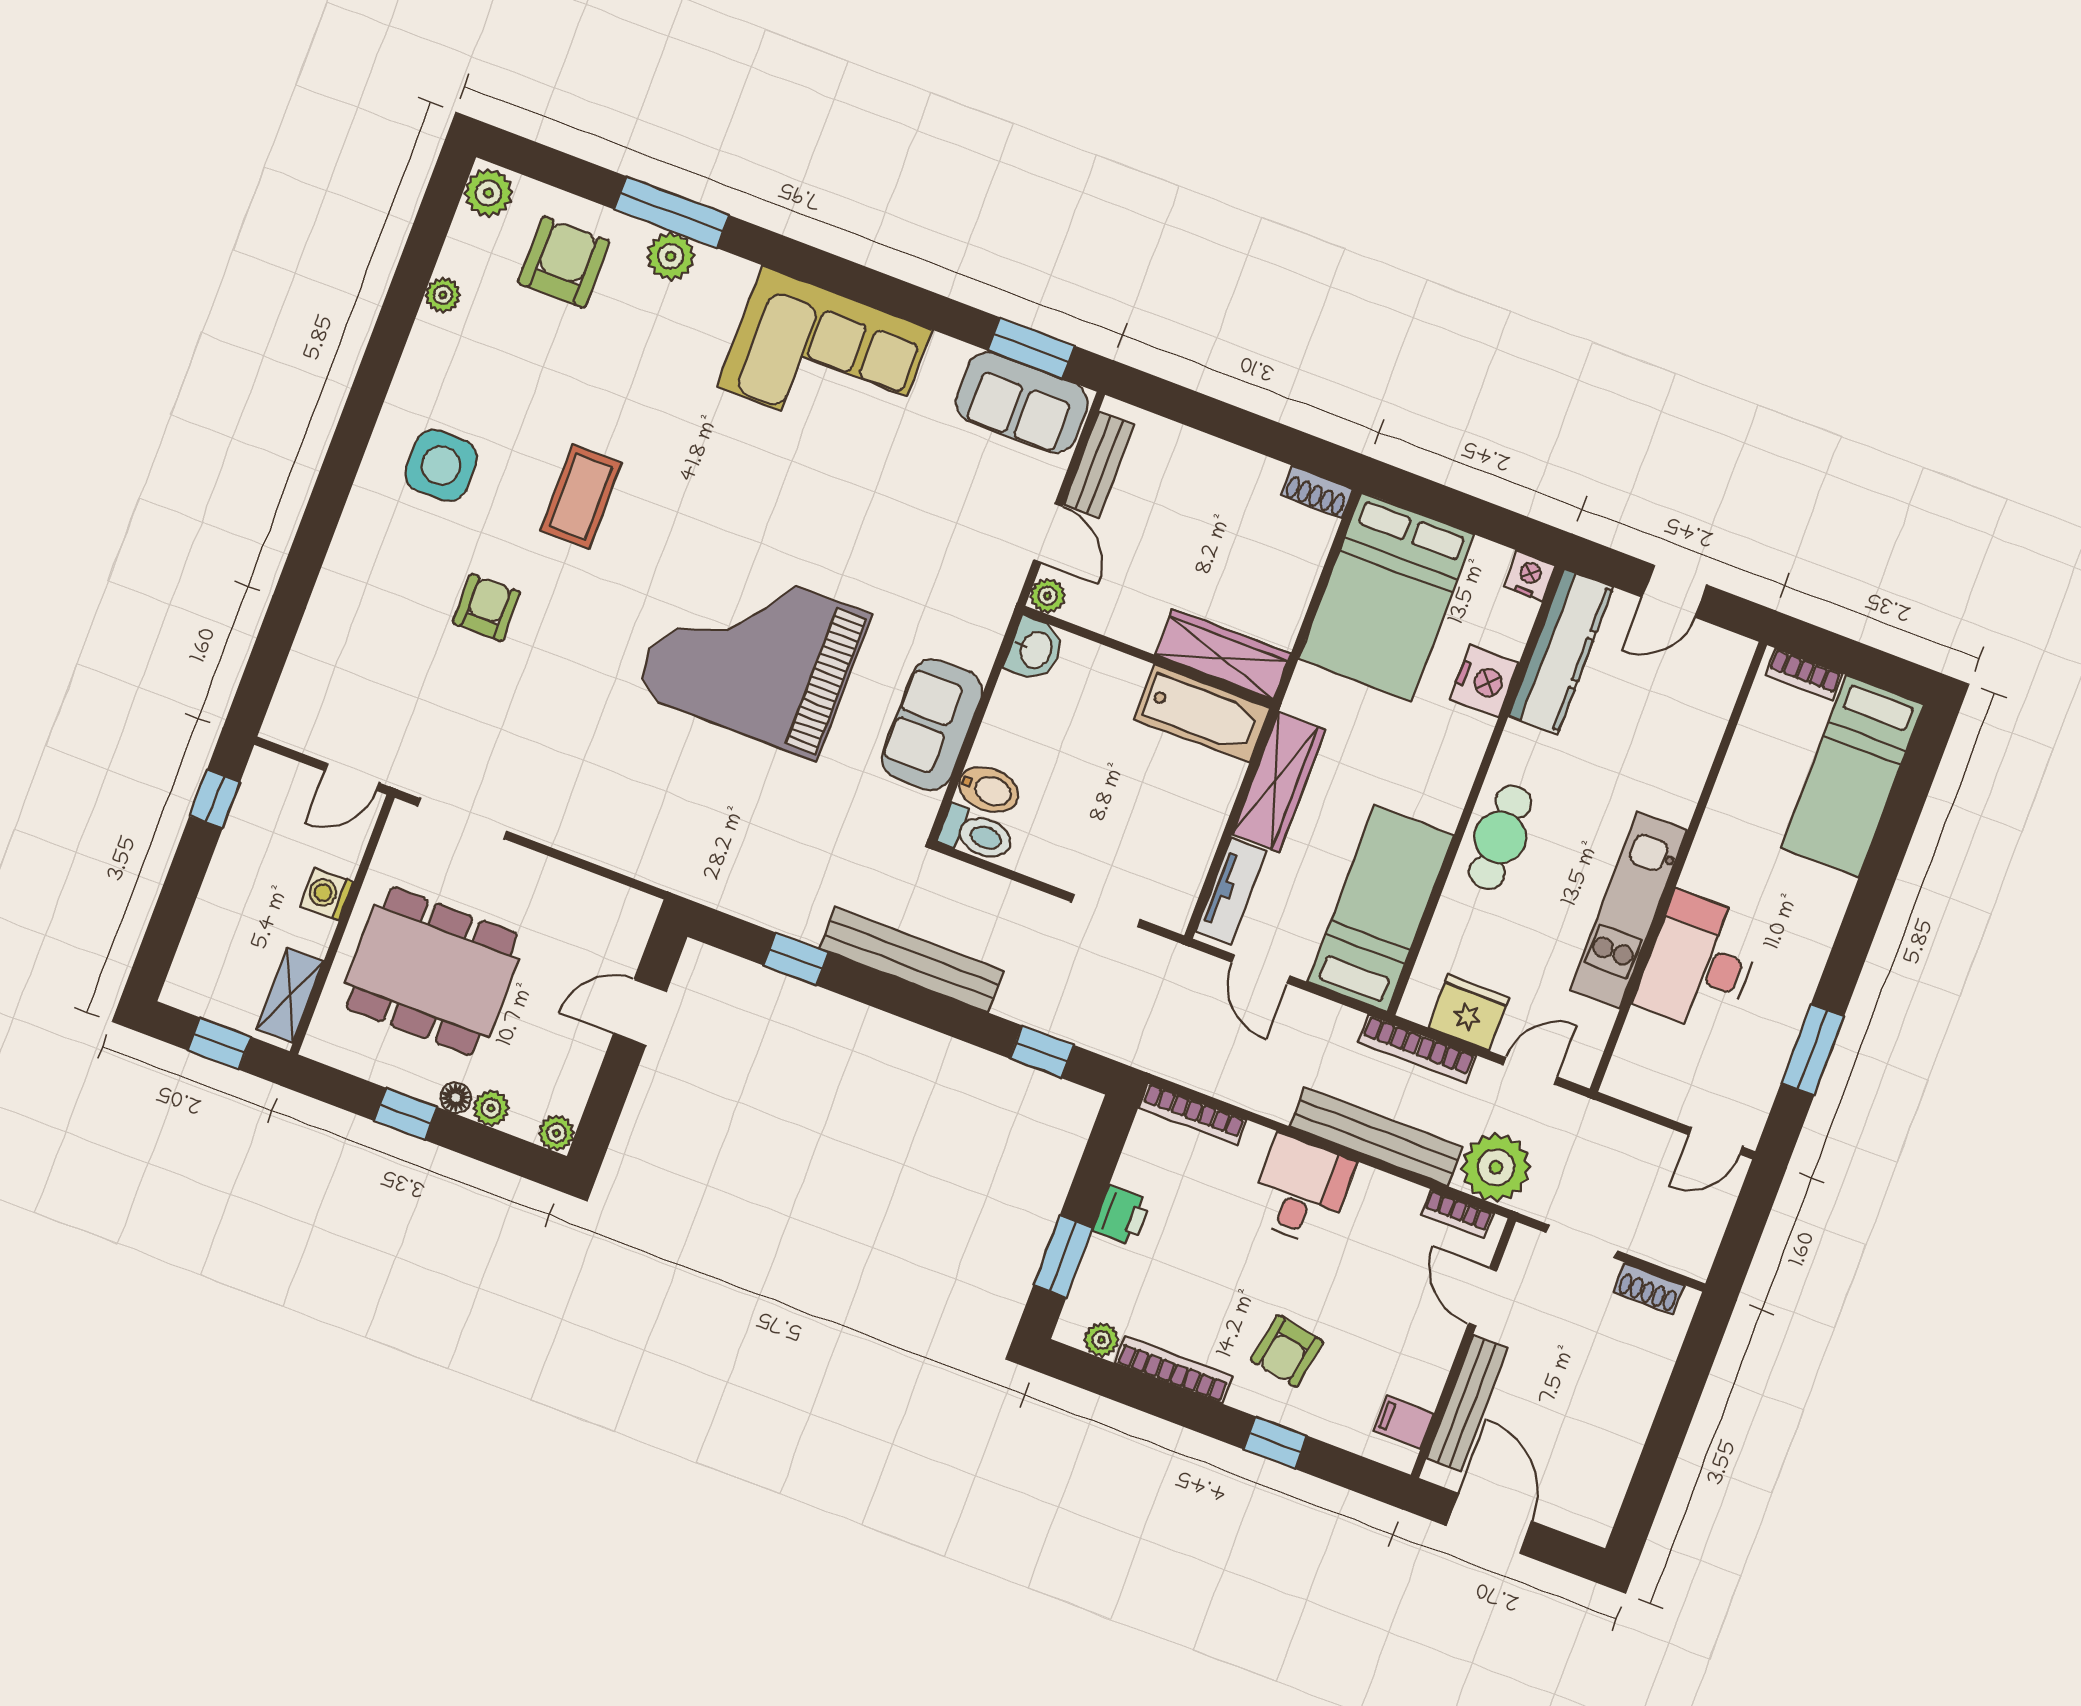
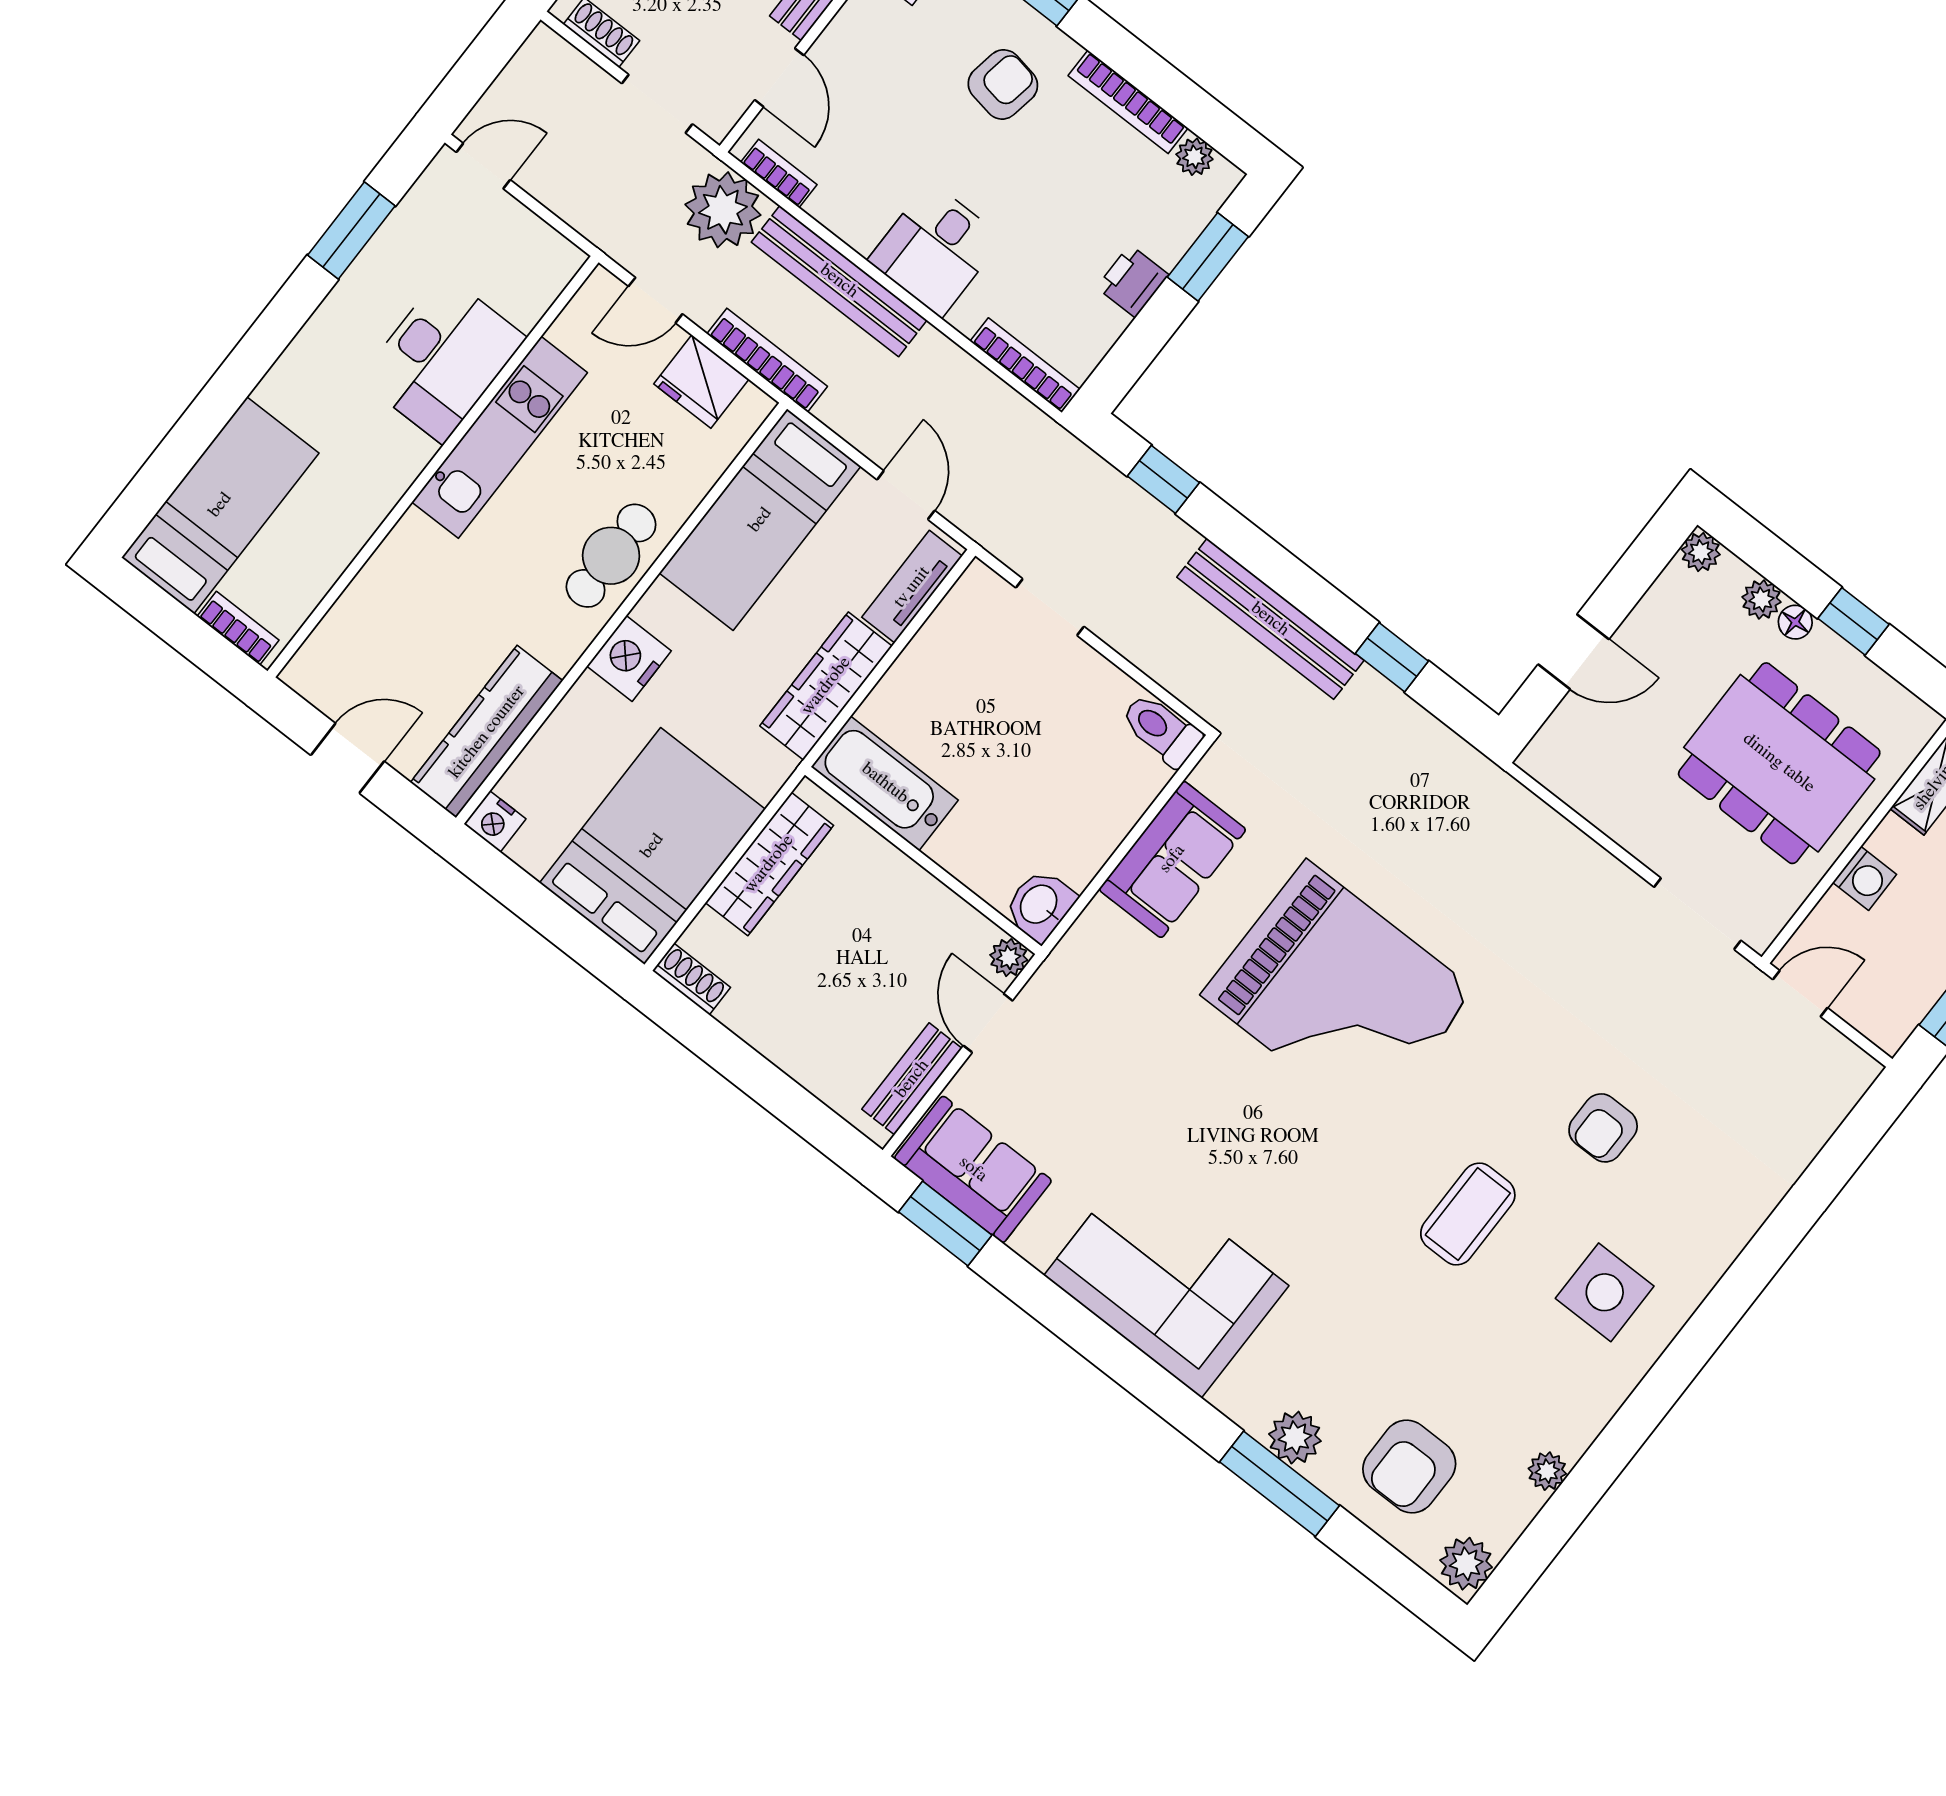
wardrobe: (1223, 654) -> (769, 864), moved, turned -90
nightstand: (1484, 681) -> (629, 658), moved
bidet: (988, 789) -> (1134, 773), removed

